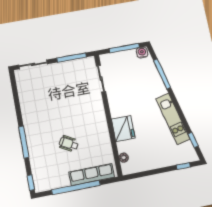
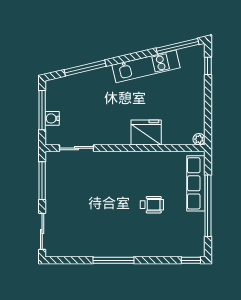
water cooler: (142, 53) -> (52, 118), moved
window: (193, 140) -> (178, 46), width x2.17
window: (24, 142) -> (114, 260), moved
wheelchair: (69, 144) -> (152, 205), turned -119
plant: (124, 158) -> (199, 139), moved

